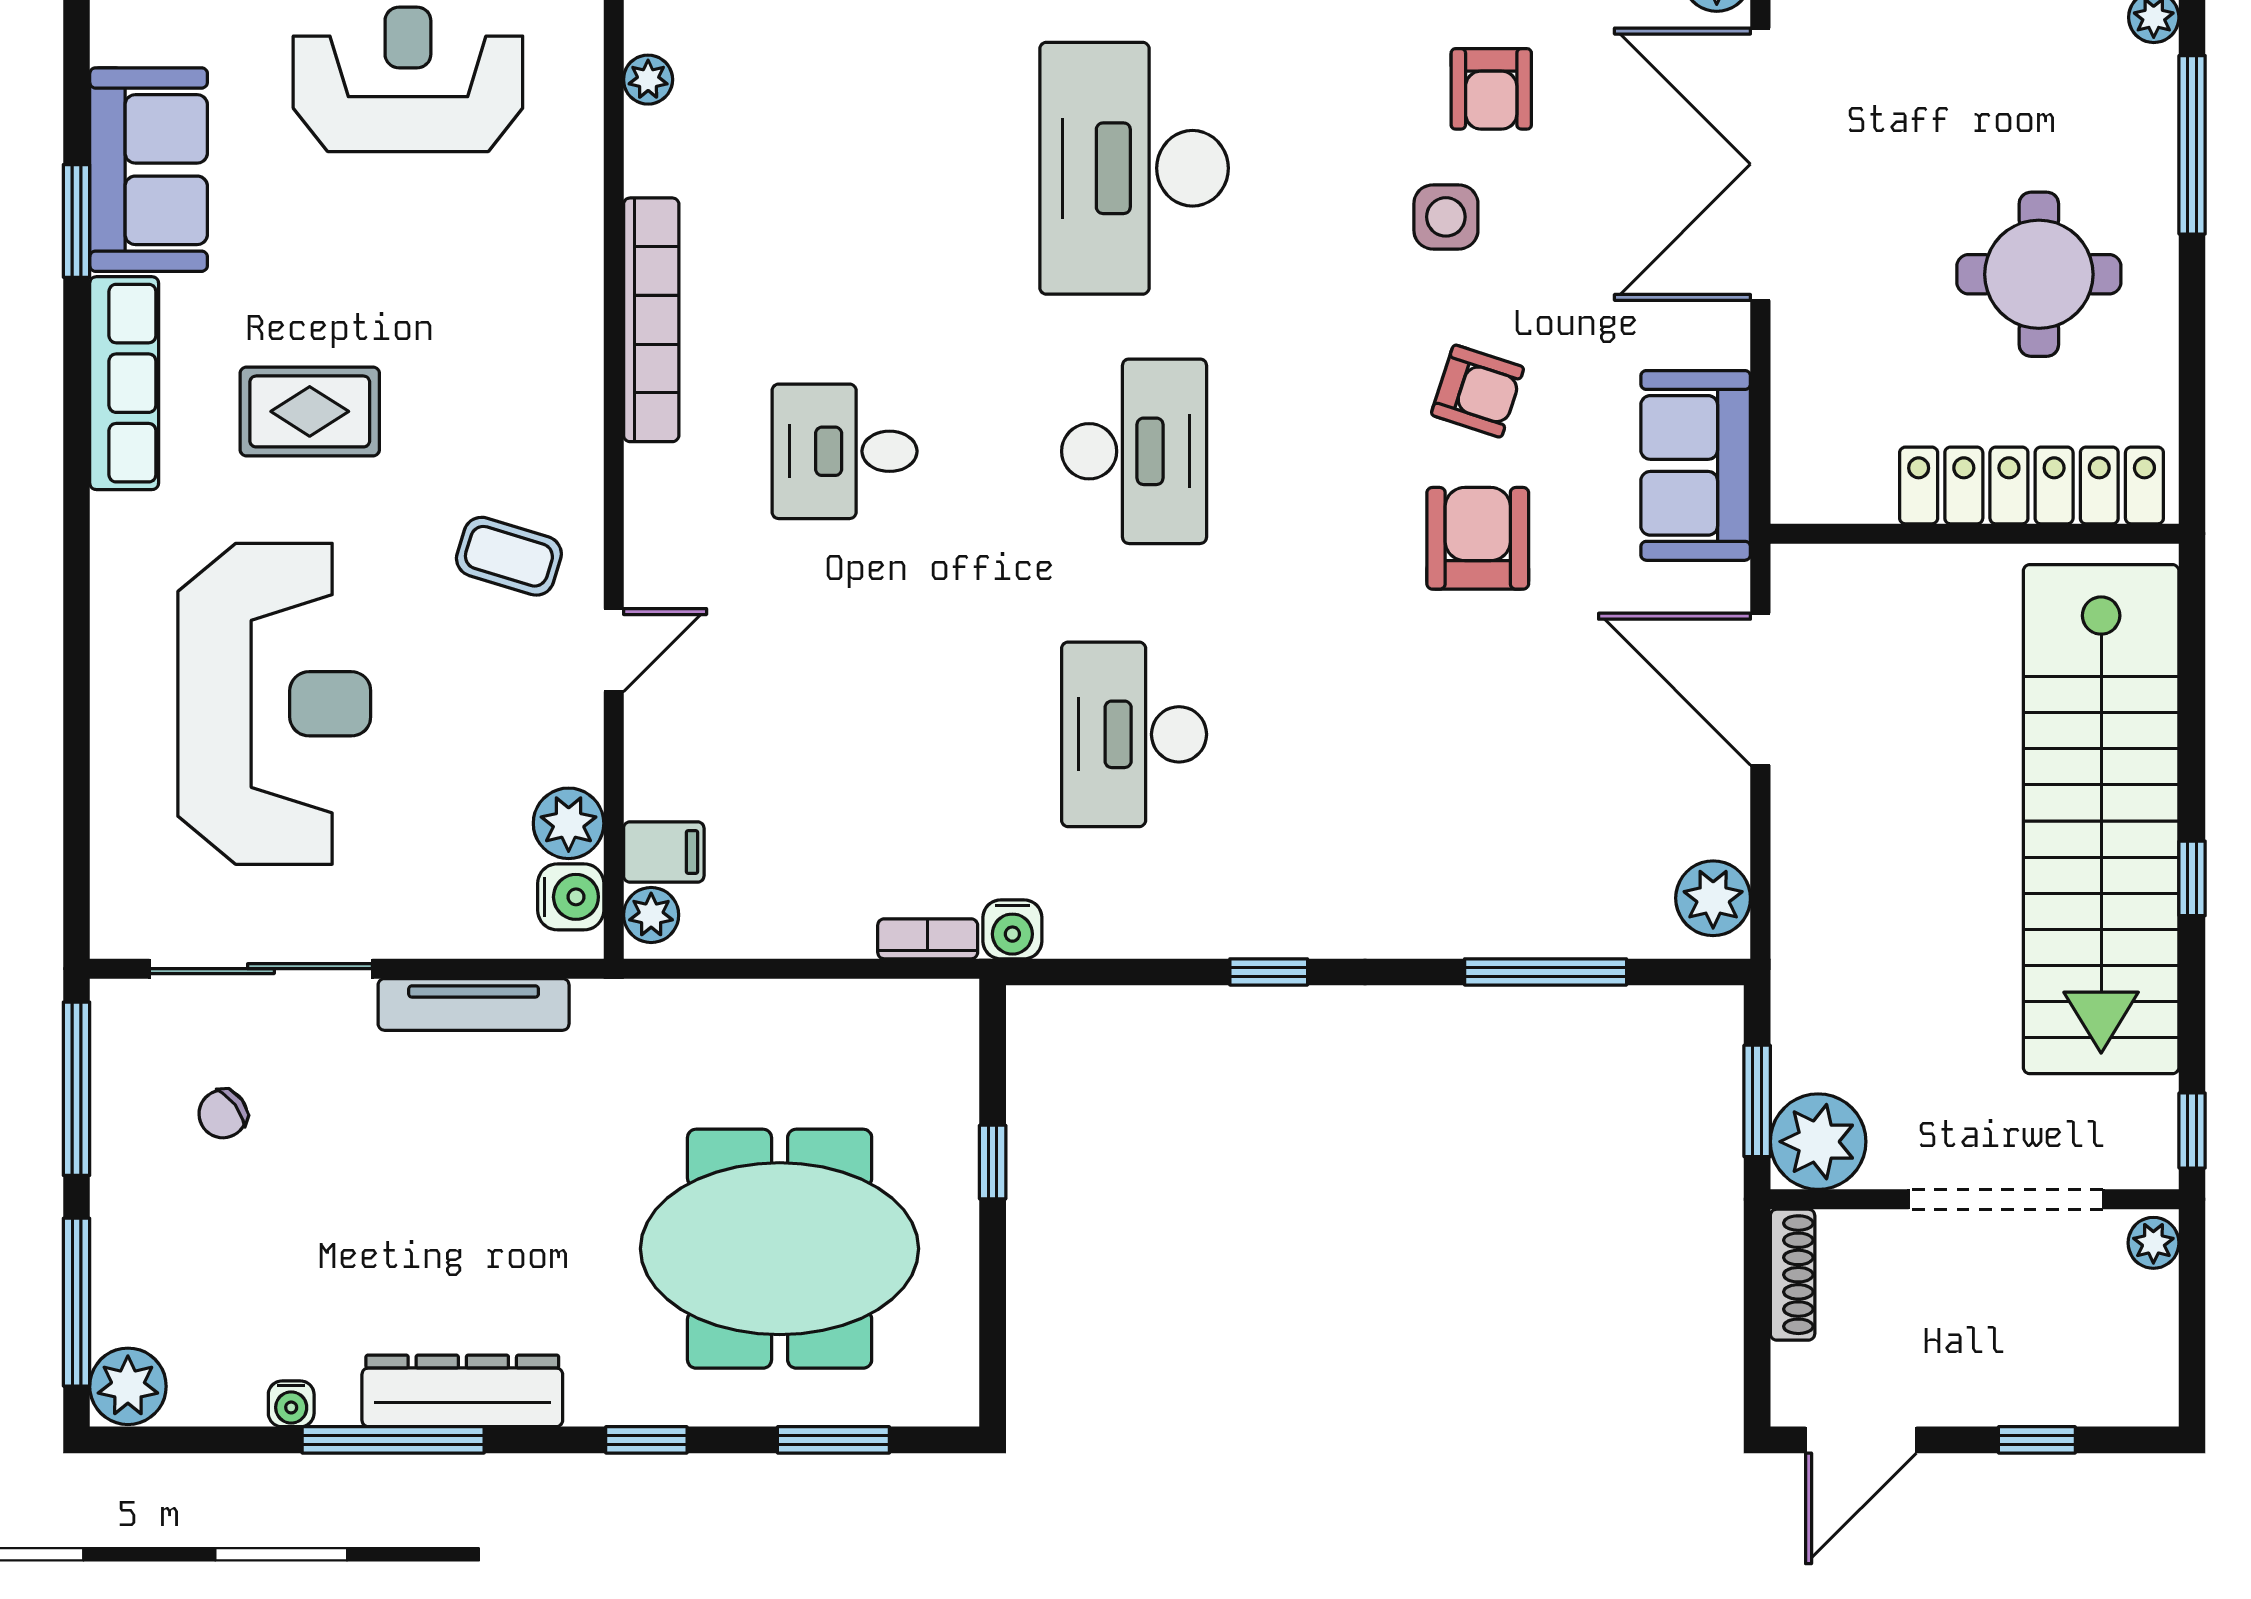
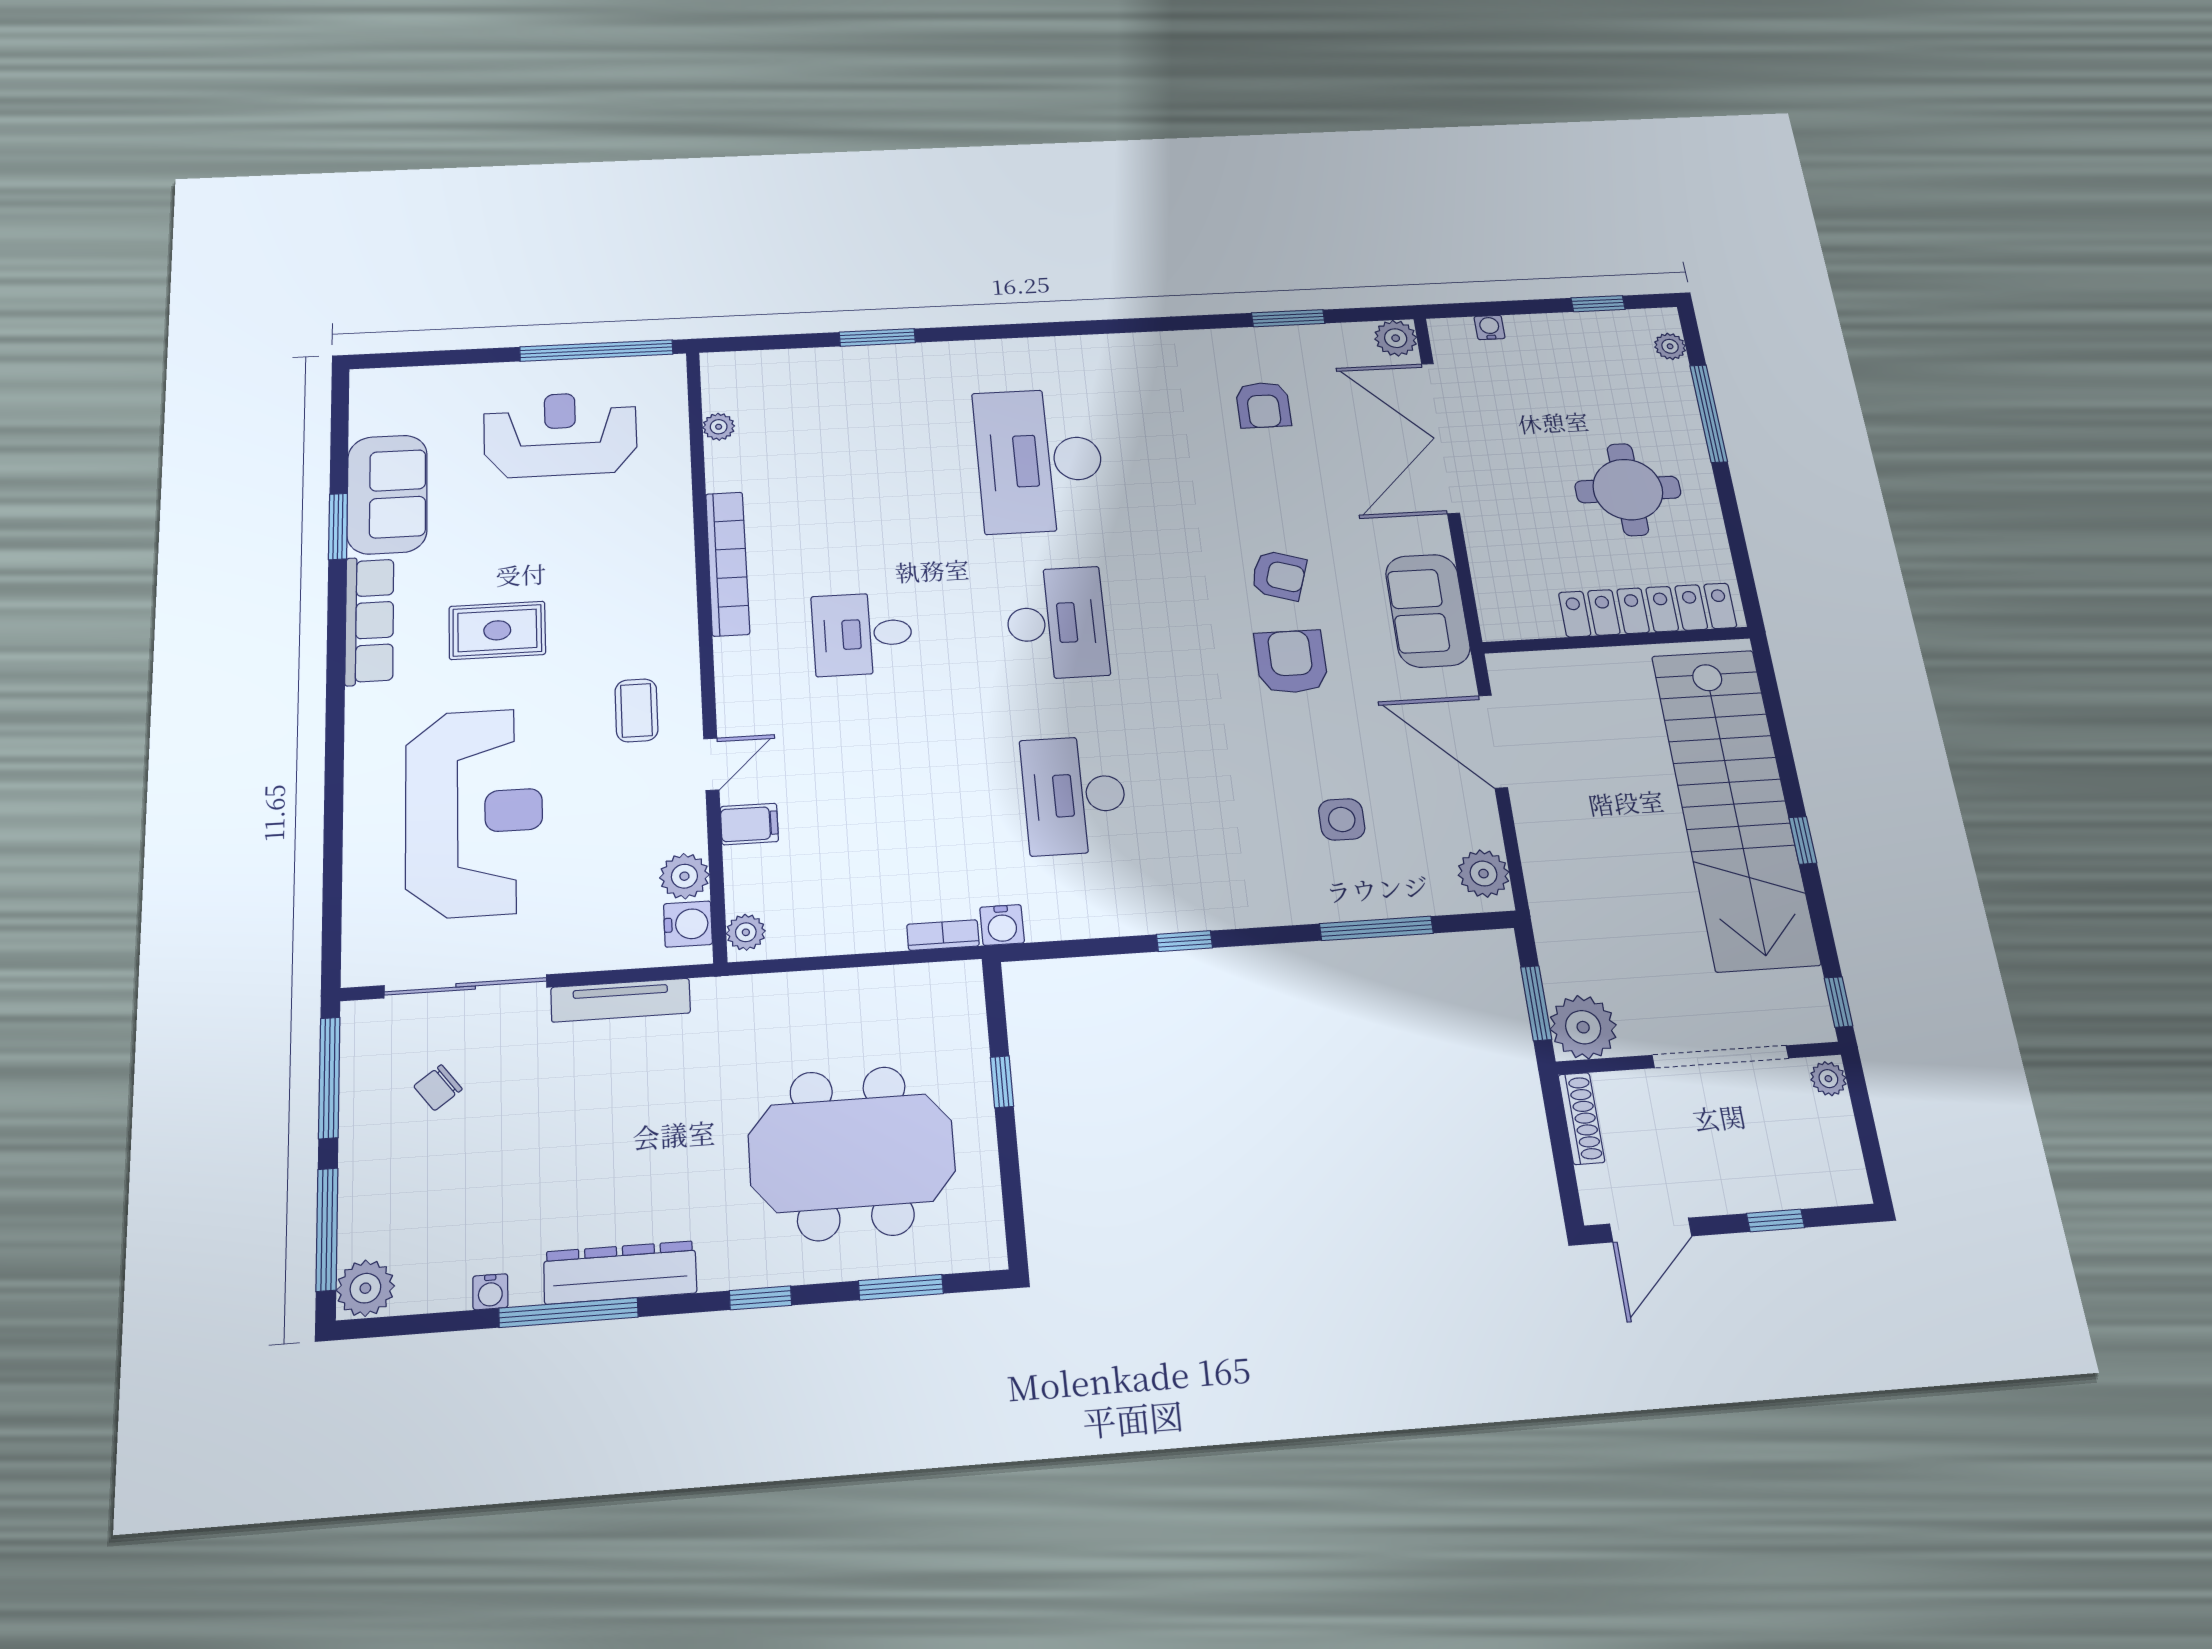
side table: (1446, 217) -> (1342, 819), moved
coffee table: (509, 556) -> (636, 710), turned 73
filing cabinet: (664, 852) -> (749, 824), moved

